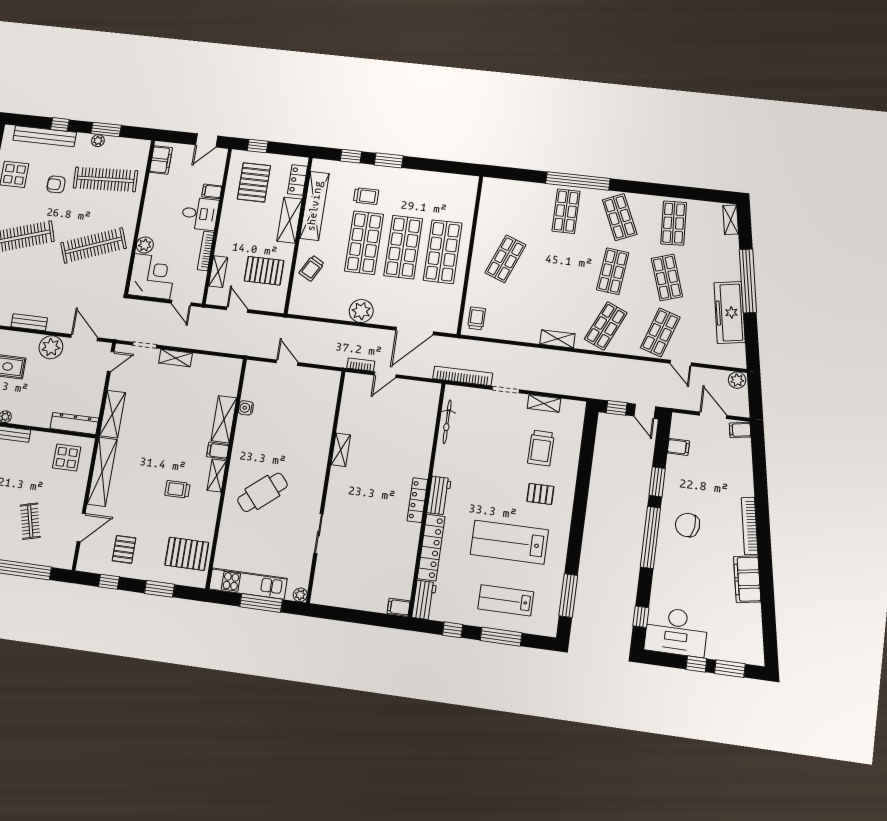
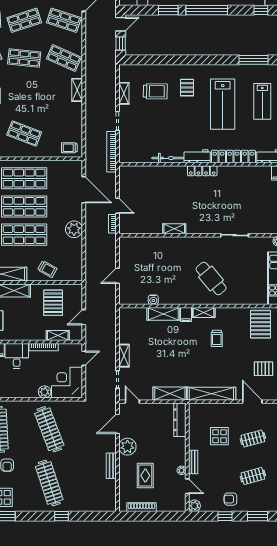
bicycle: (447, 422) -> (168, 158), moved
display table: (67, 458) -> (219, 436), moved

